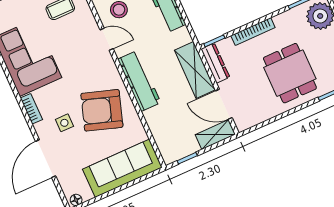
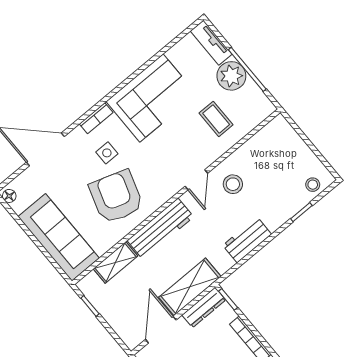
side table: (64, 123) -> (107, 153), moved
shelving: (215, 135) -> (116, 262), moved, turned 90

